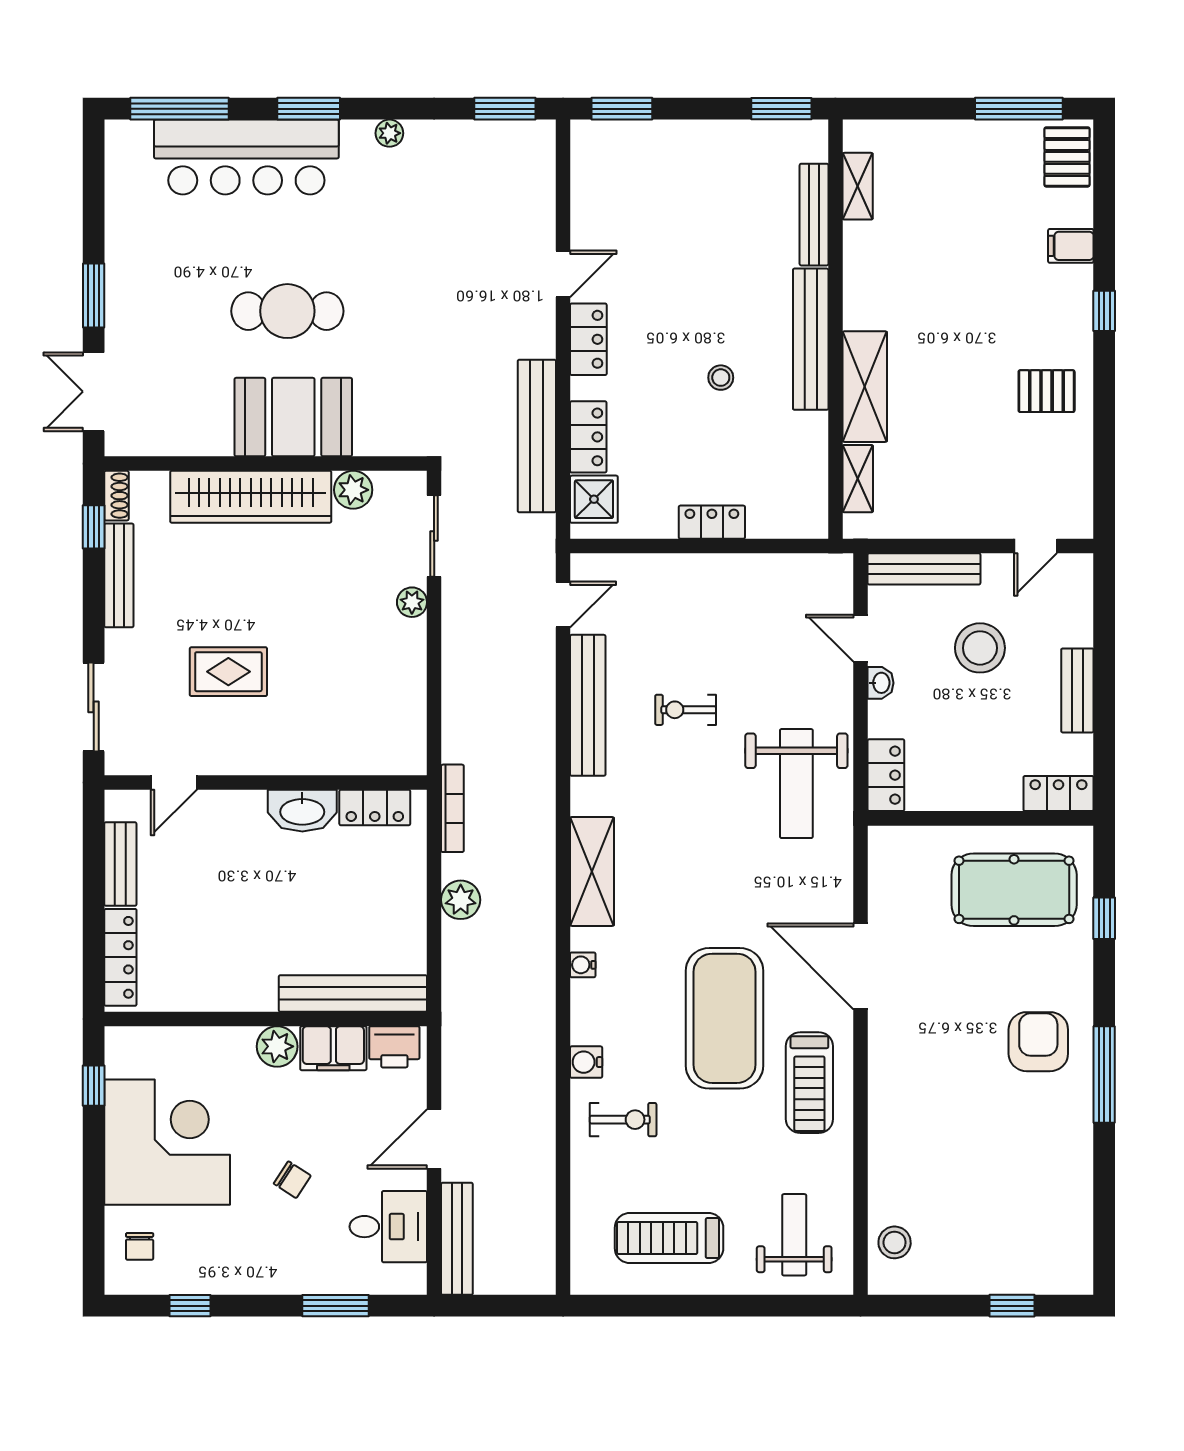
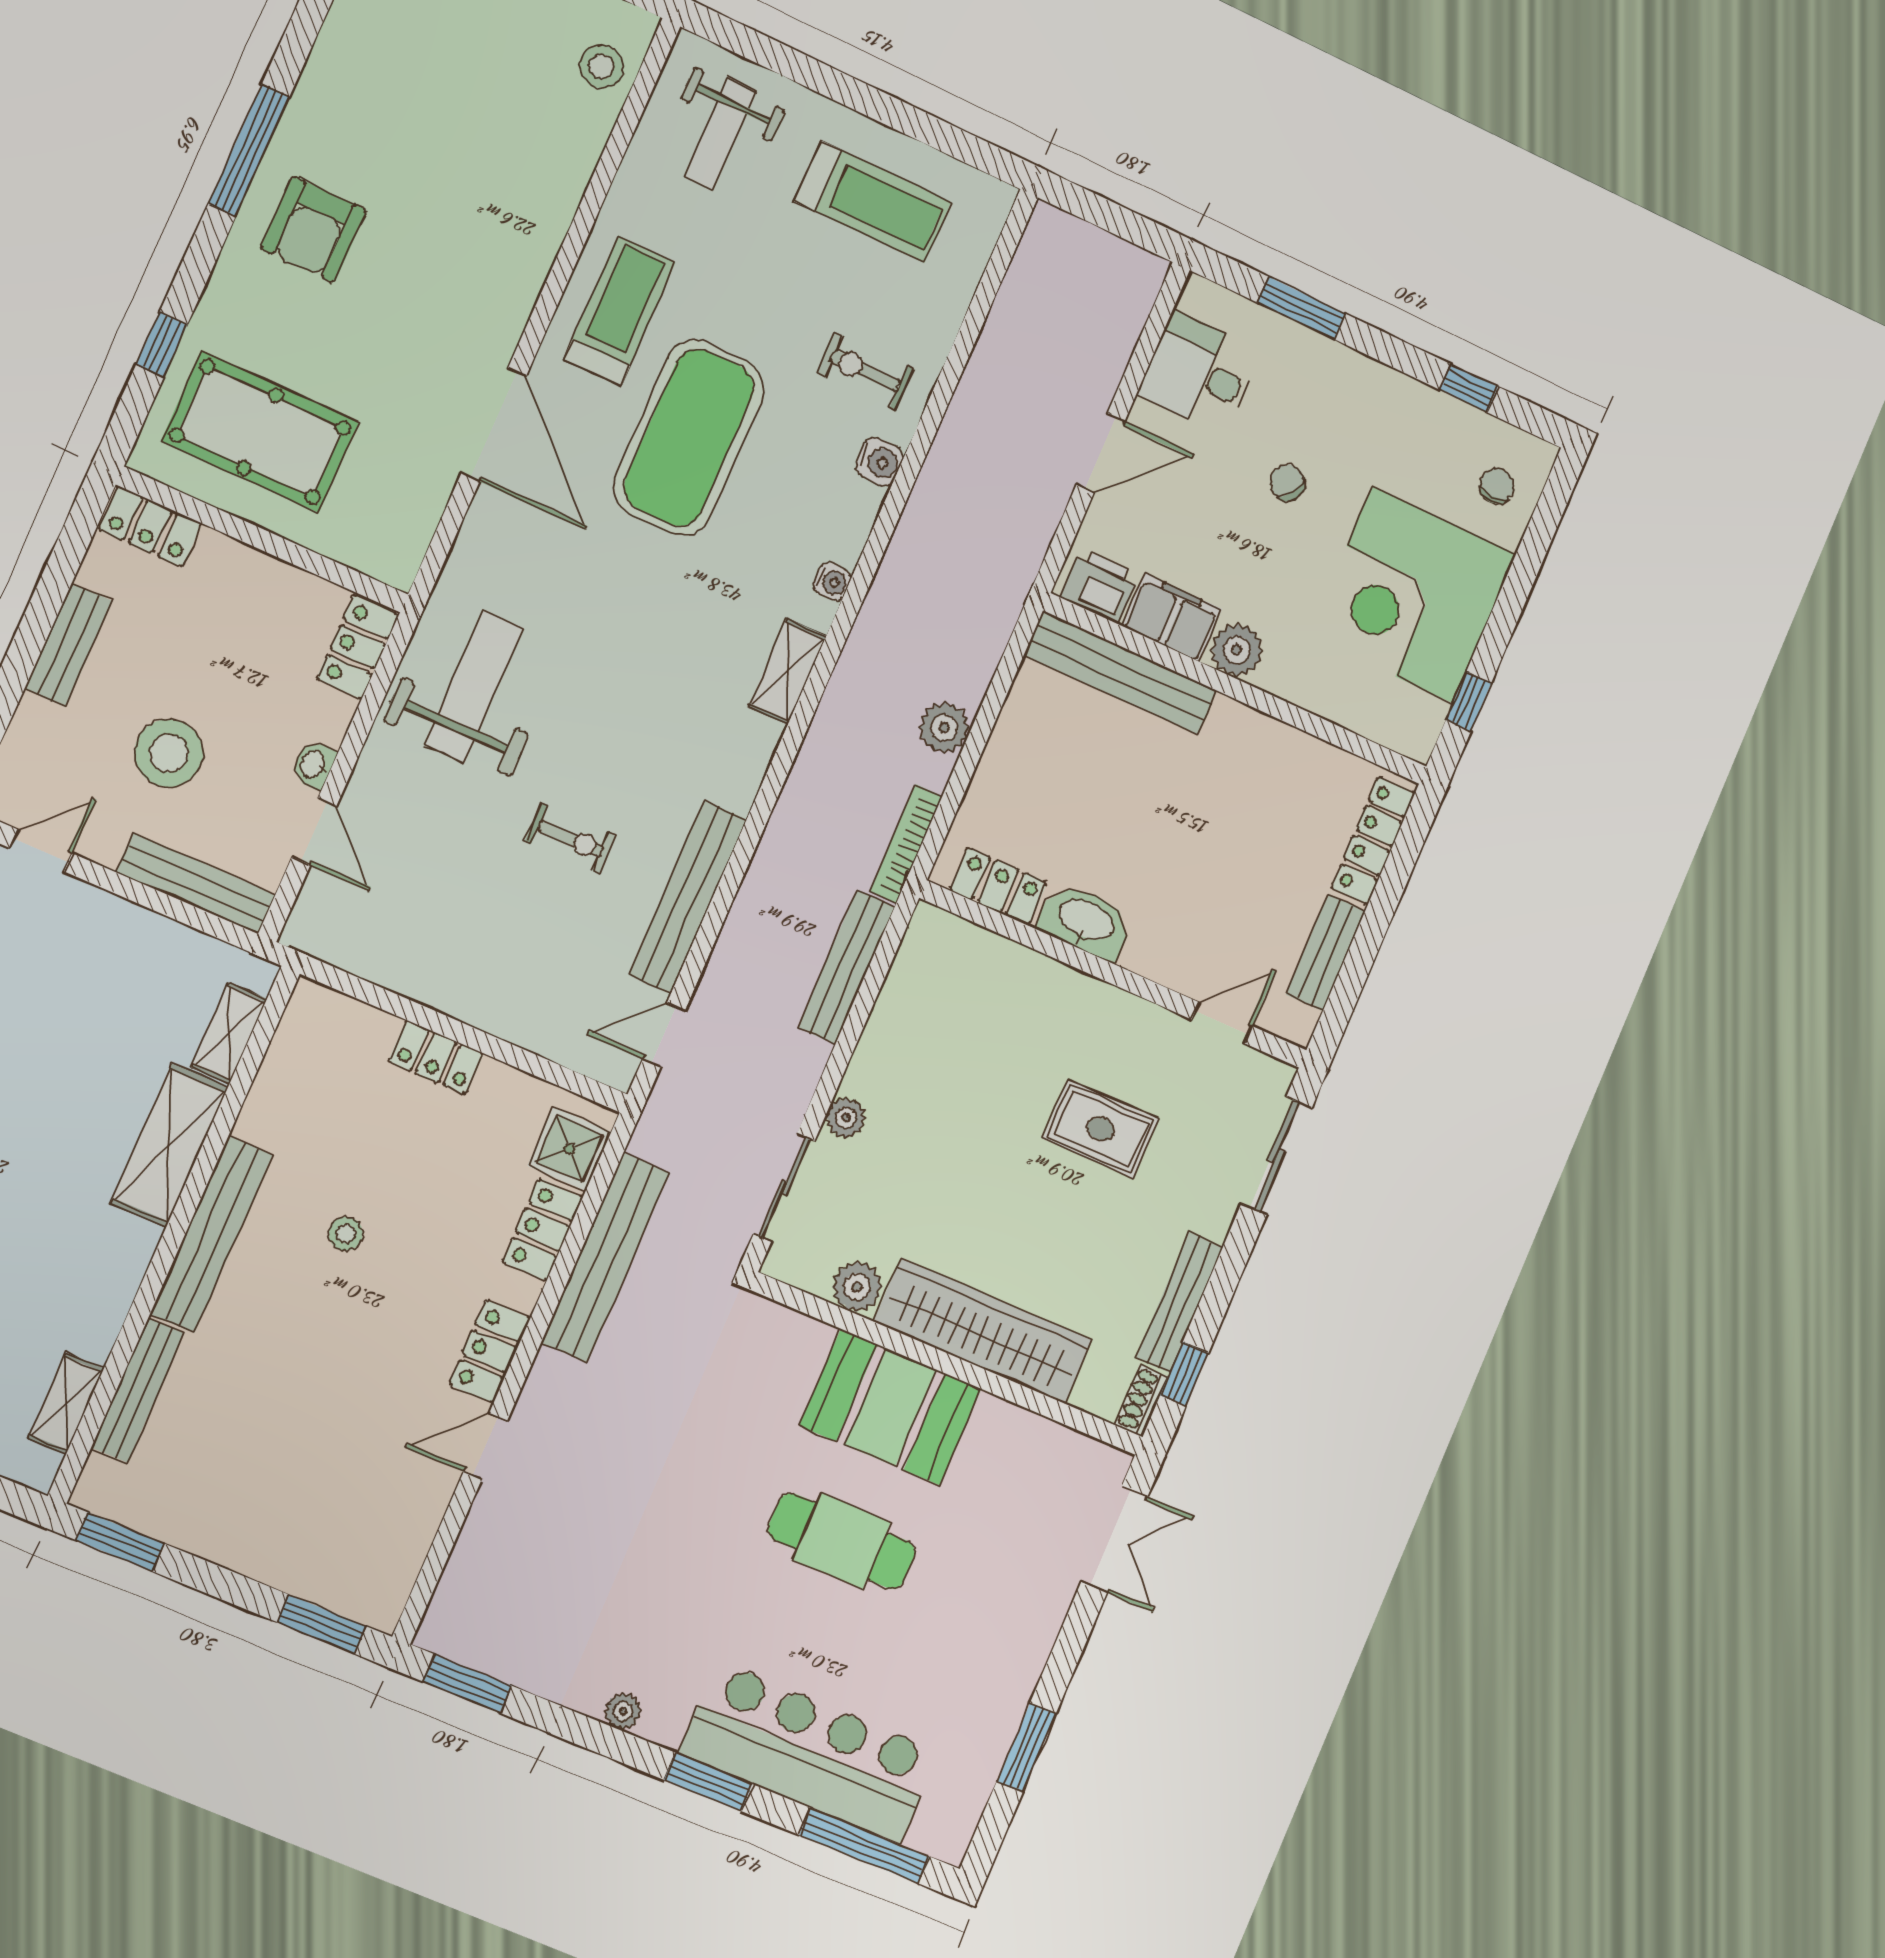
window: (94, 296) -> (1026, 1748), moved
shelving: (592, 871) -> (788, 671), width x0.67, depth x0.75
bench: (457, 1239) -> (846, 967), moved

